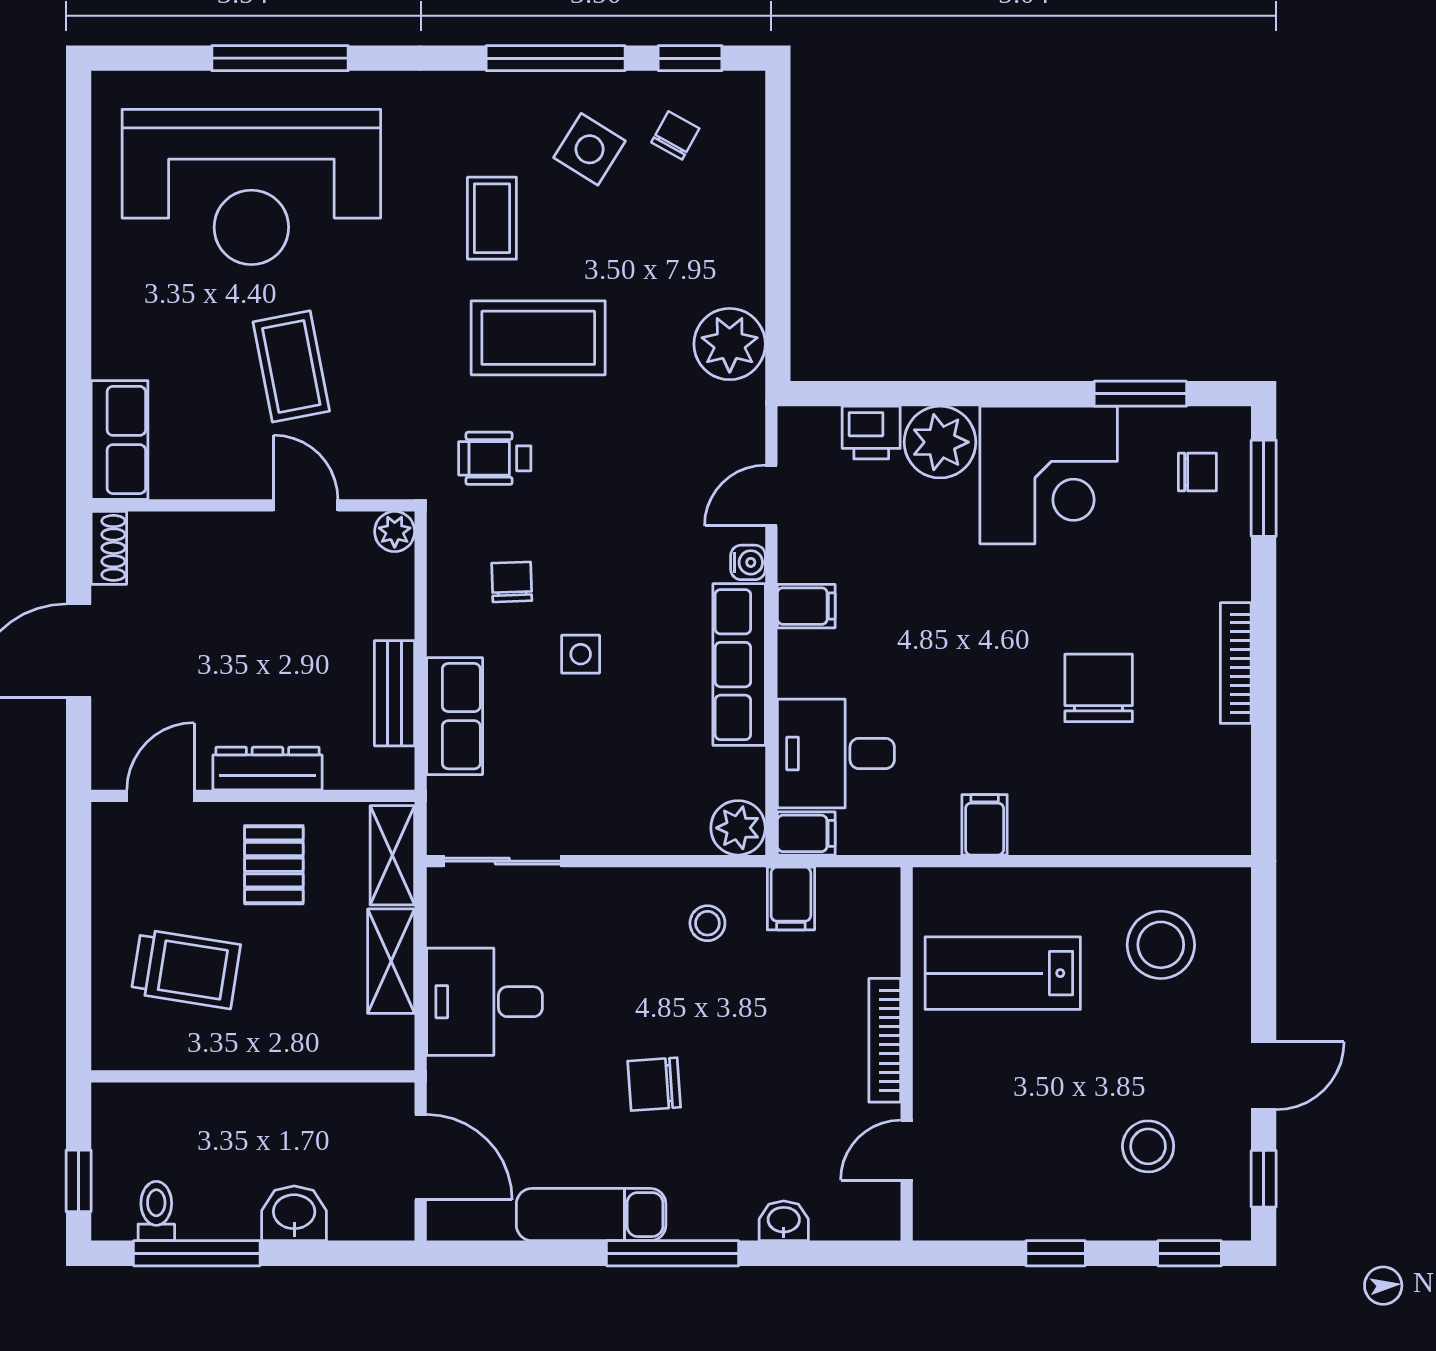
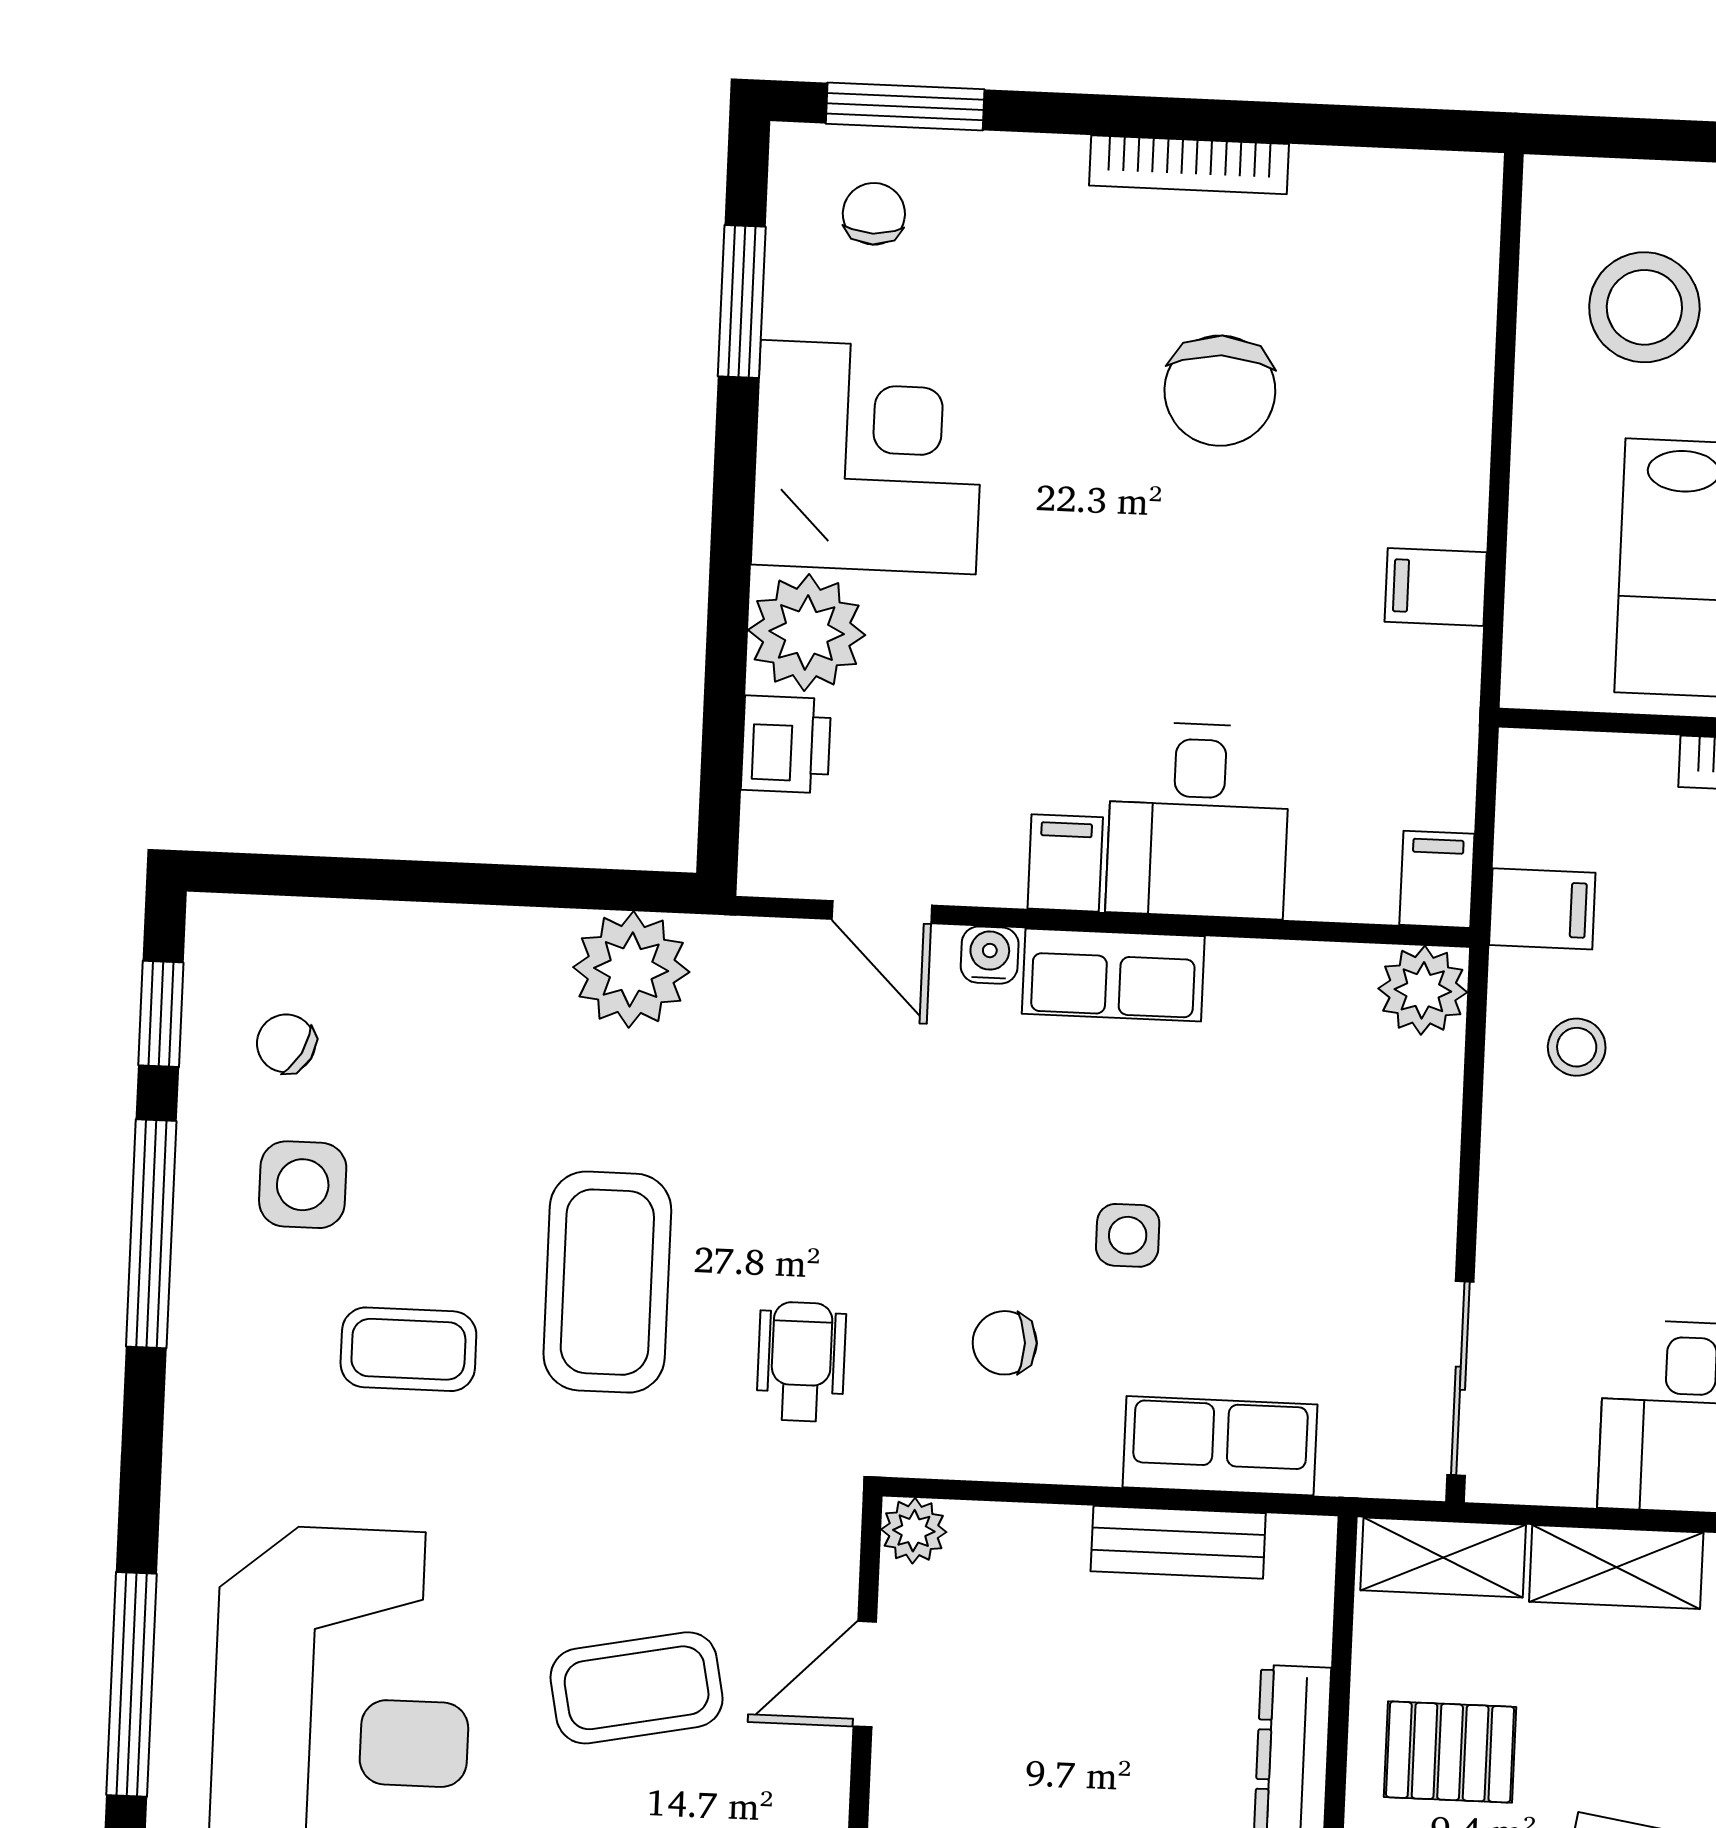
side table: (590, 149) -> (303, 1185), turned -32
wheelchair: (495, 458) -> (801, 1362), turned 180
row of seats: (739, 665) -> (1113, 975), width x0.68
chair: (1099, 688) -> (1220, 391), turned -90
desk: (836, 753) -> (1198, 820), moved

